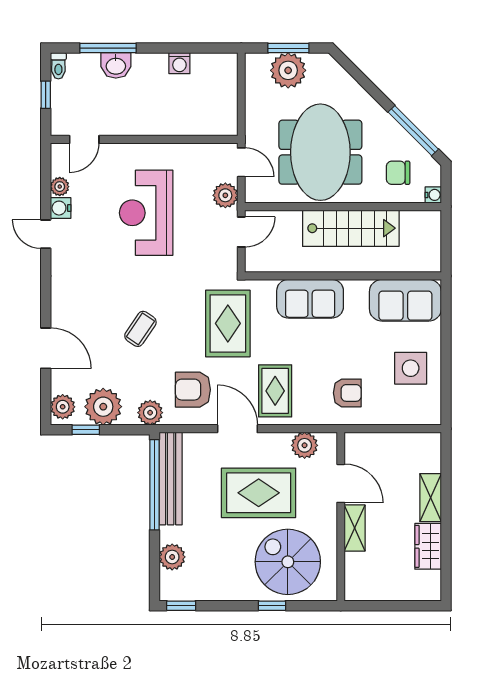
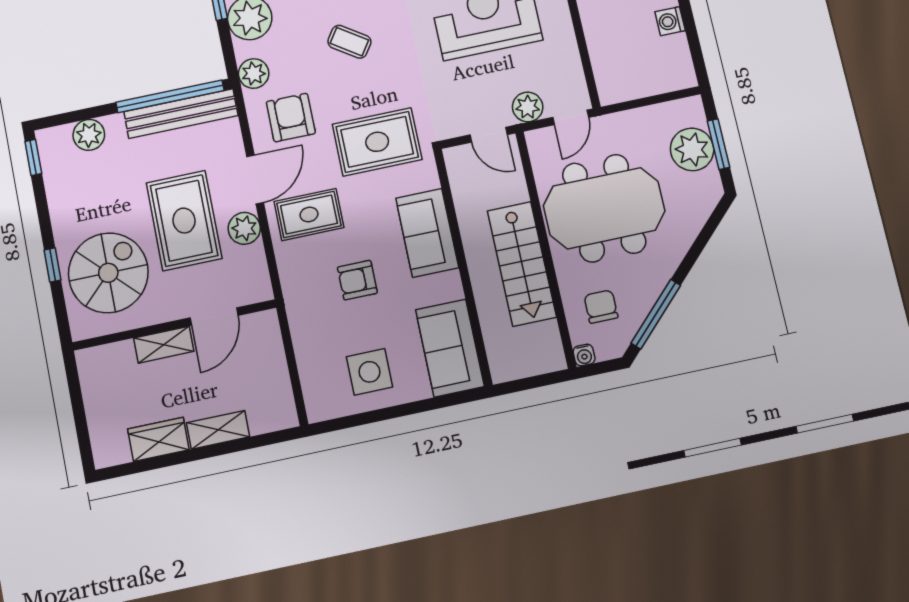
armchair: (347, 393) -> (357, 280), moved, turned 90
plant: (305, 445) -> (244, 228), moved

